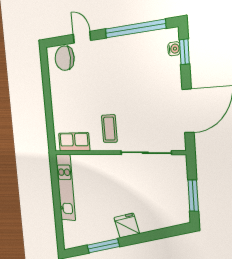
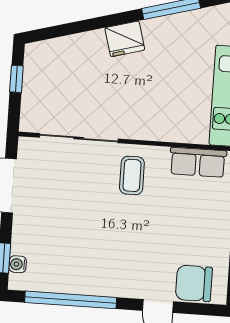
chair: (65, 58) -> (194, 283), turned 180
window: (193, 196) -> (16, 79), width x0.67

